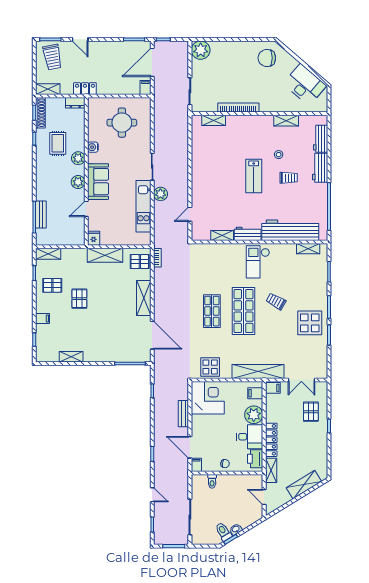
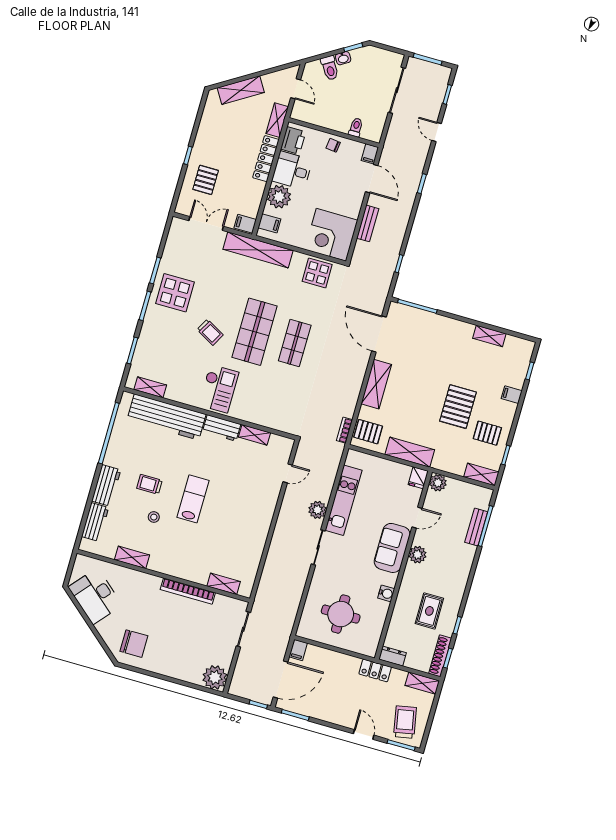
plant: (78, 158) -> (438, 483), moved
pallet: (79, 299) -> (458, 407), width x1.50, depth x1.42
toilet: (223, 532) -> (330, 68), moved

